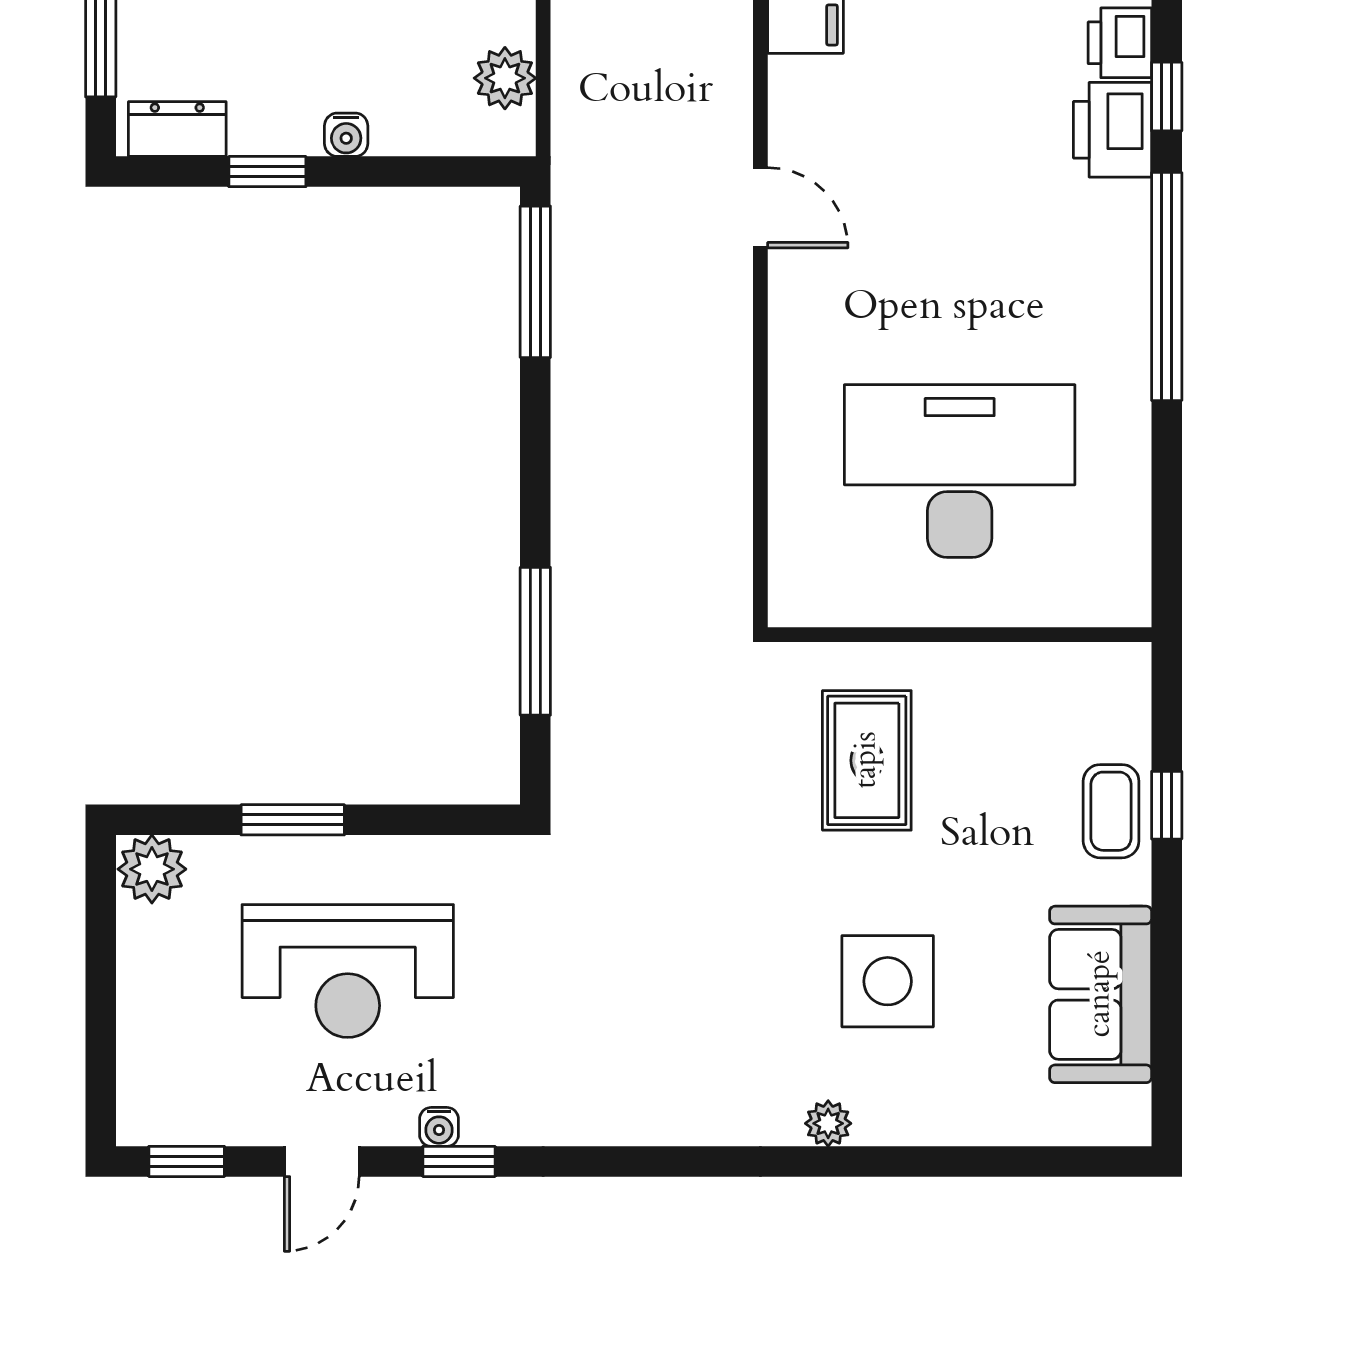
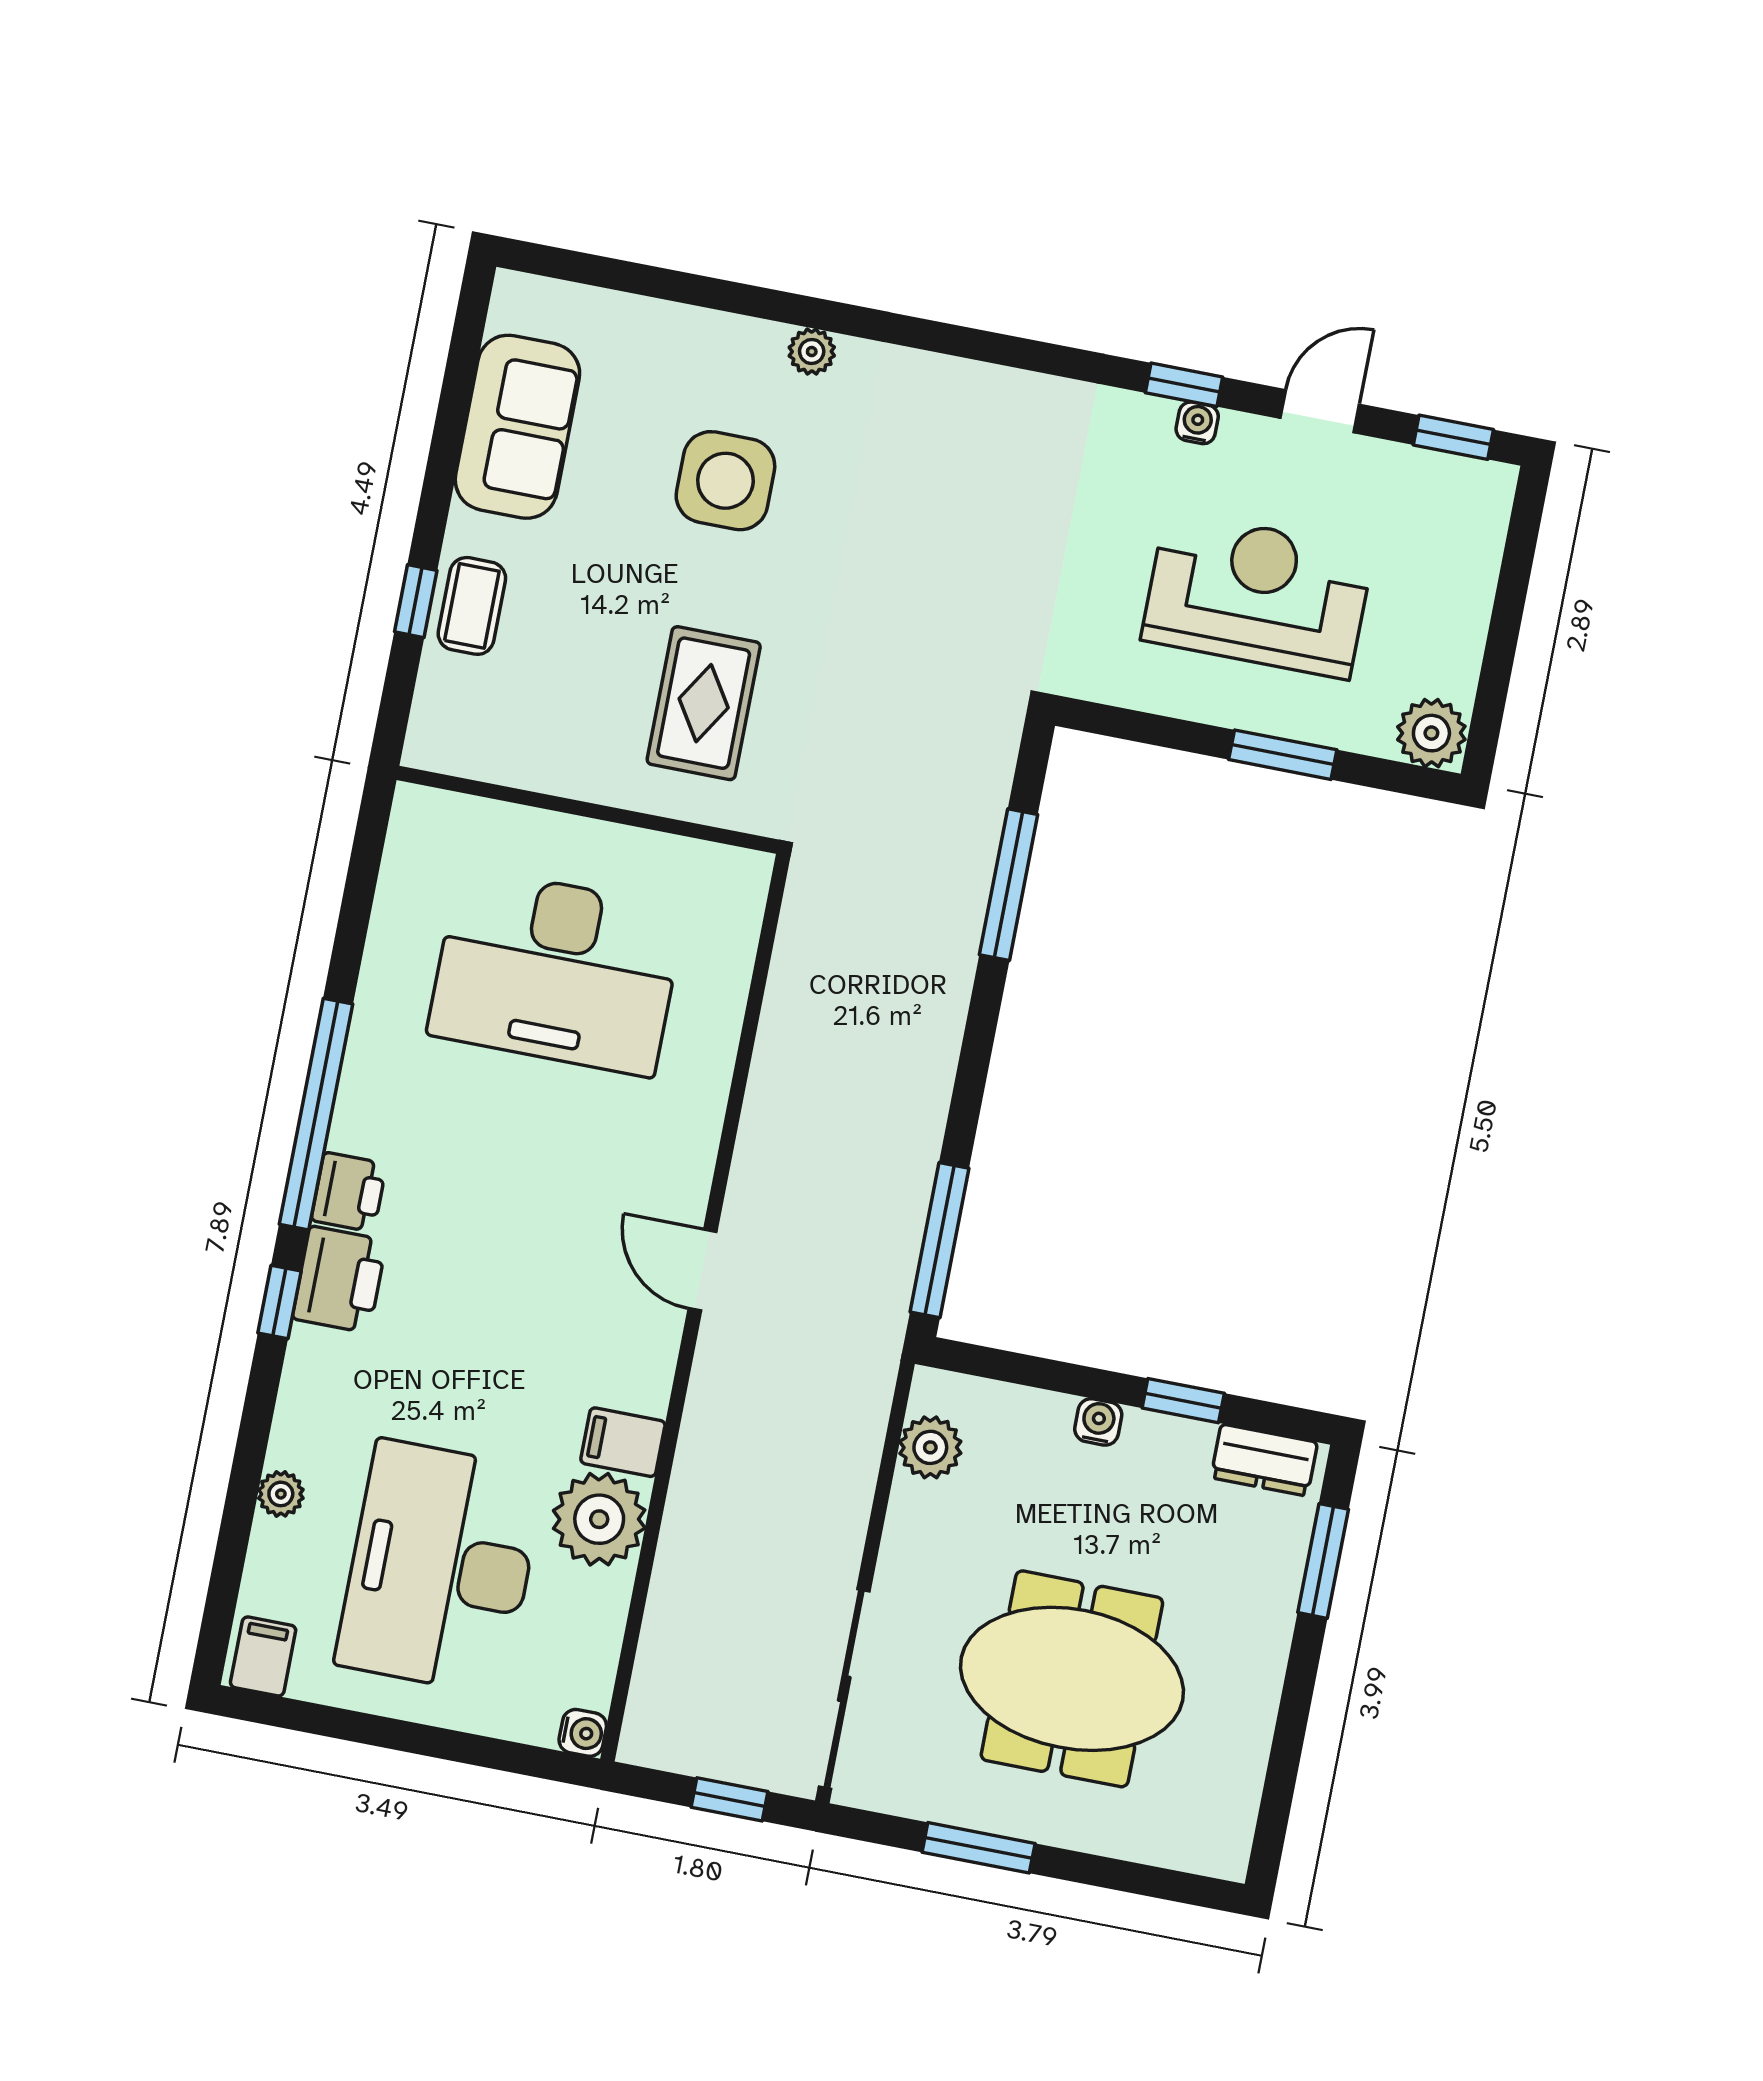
printer: (1120, 43) -> (349, 1192), moved

